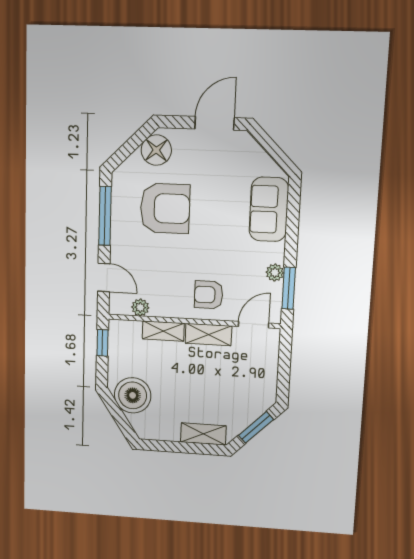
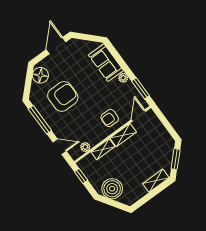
plant: (275, 273) -> (123, 78), moved

